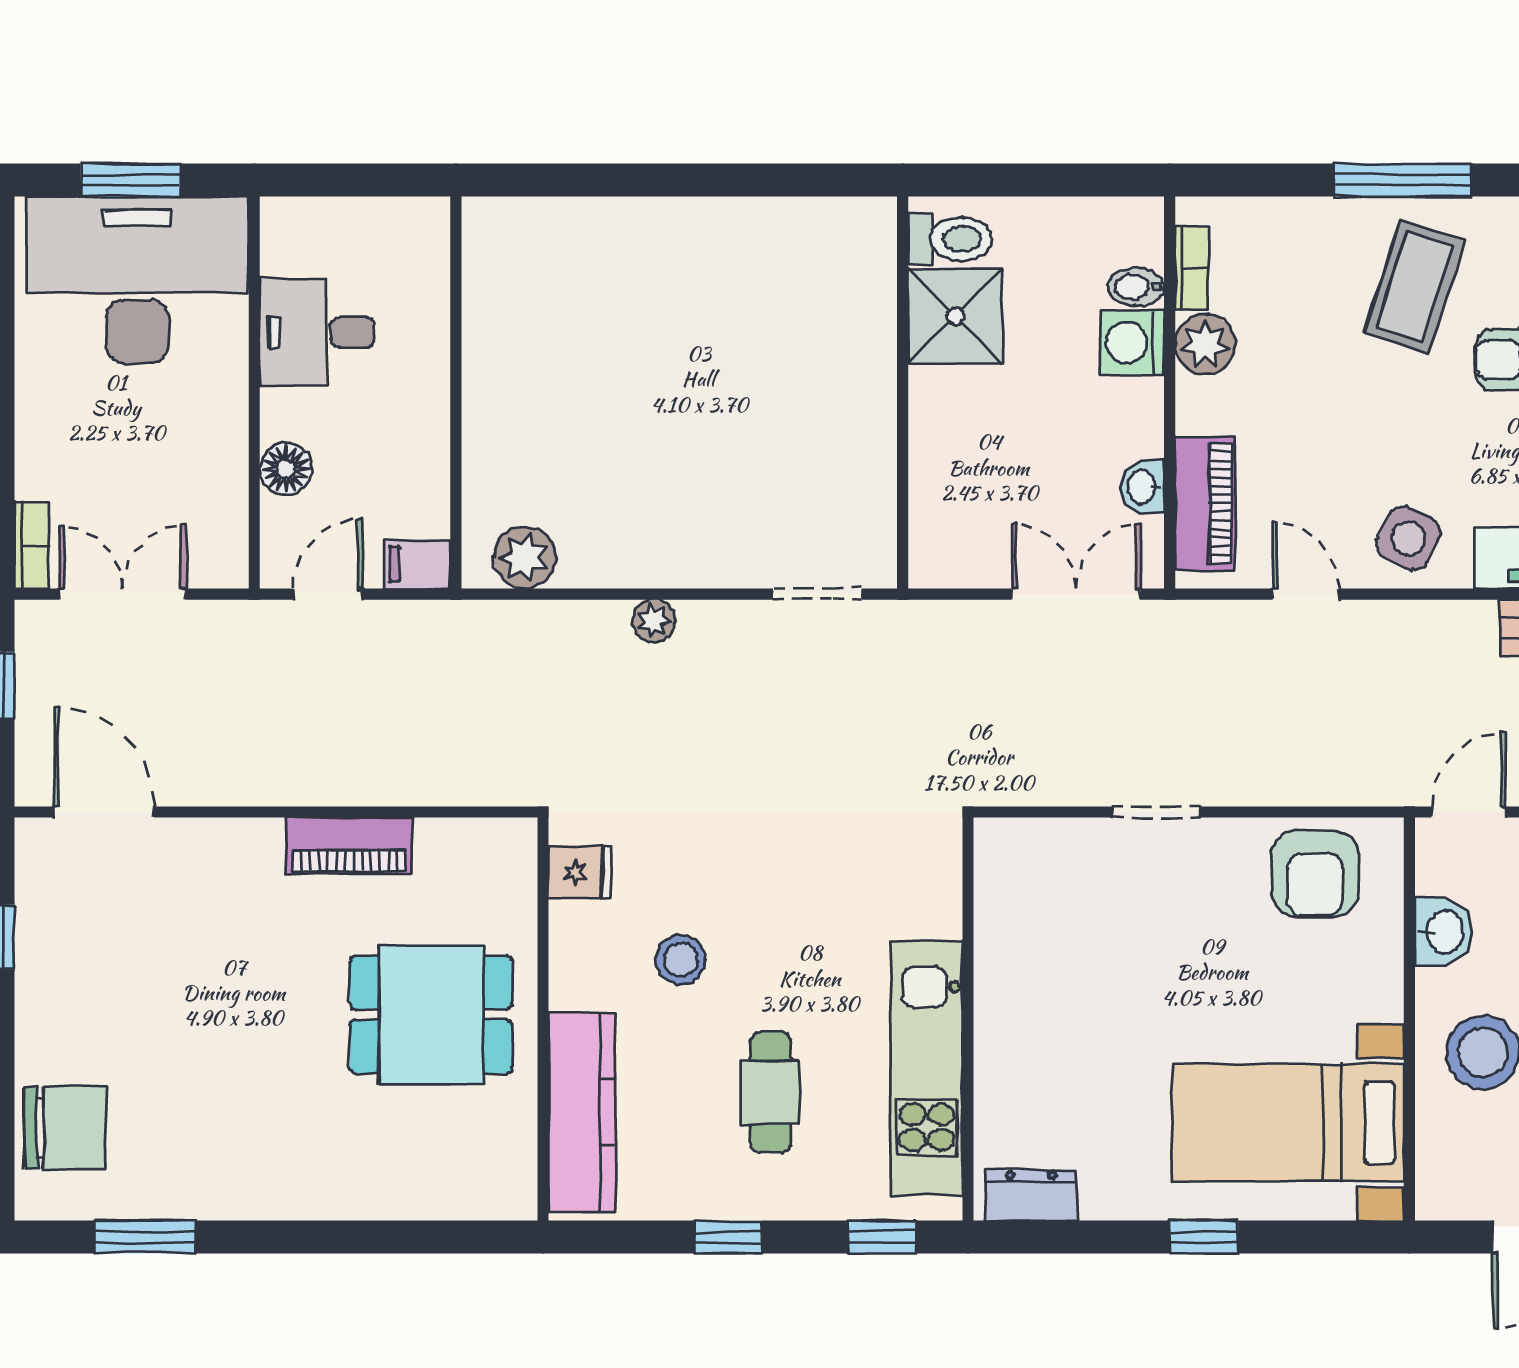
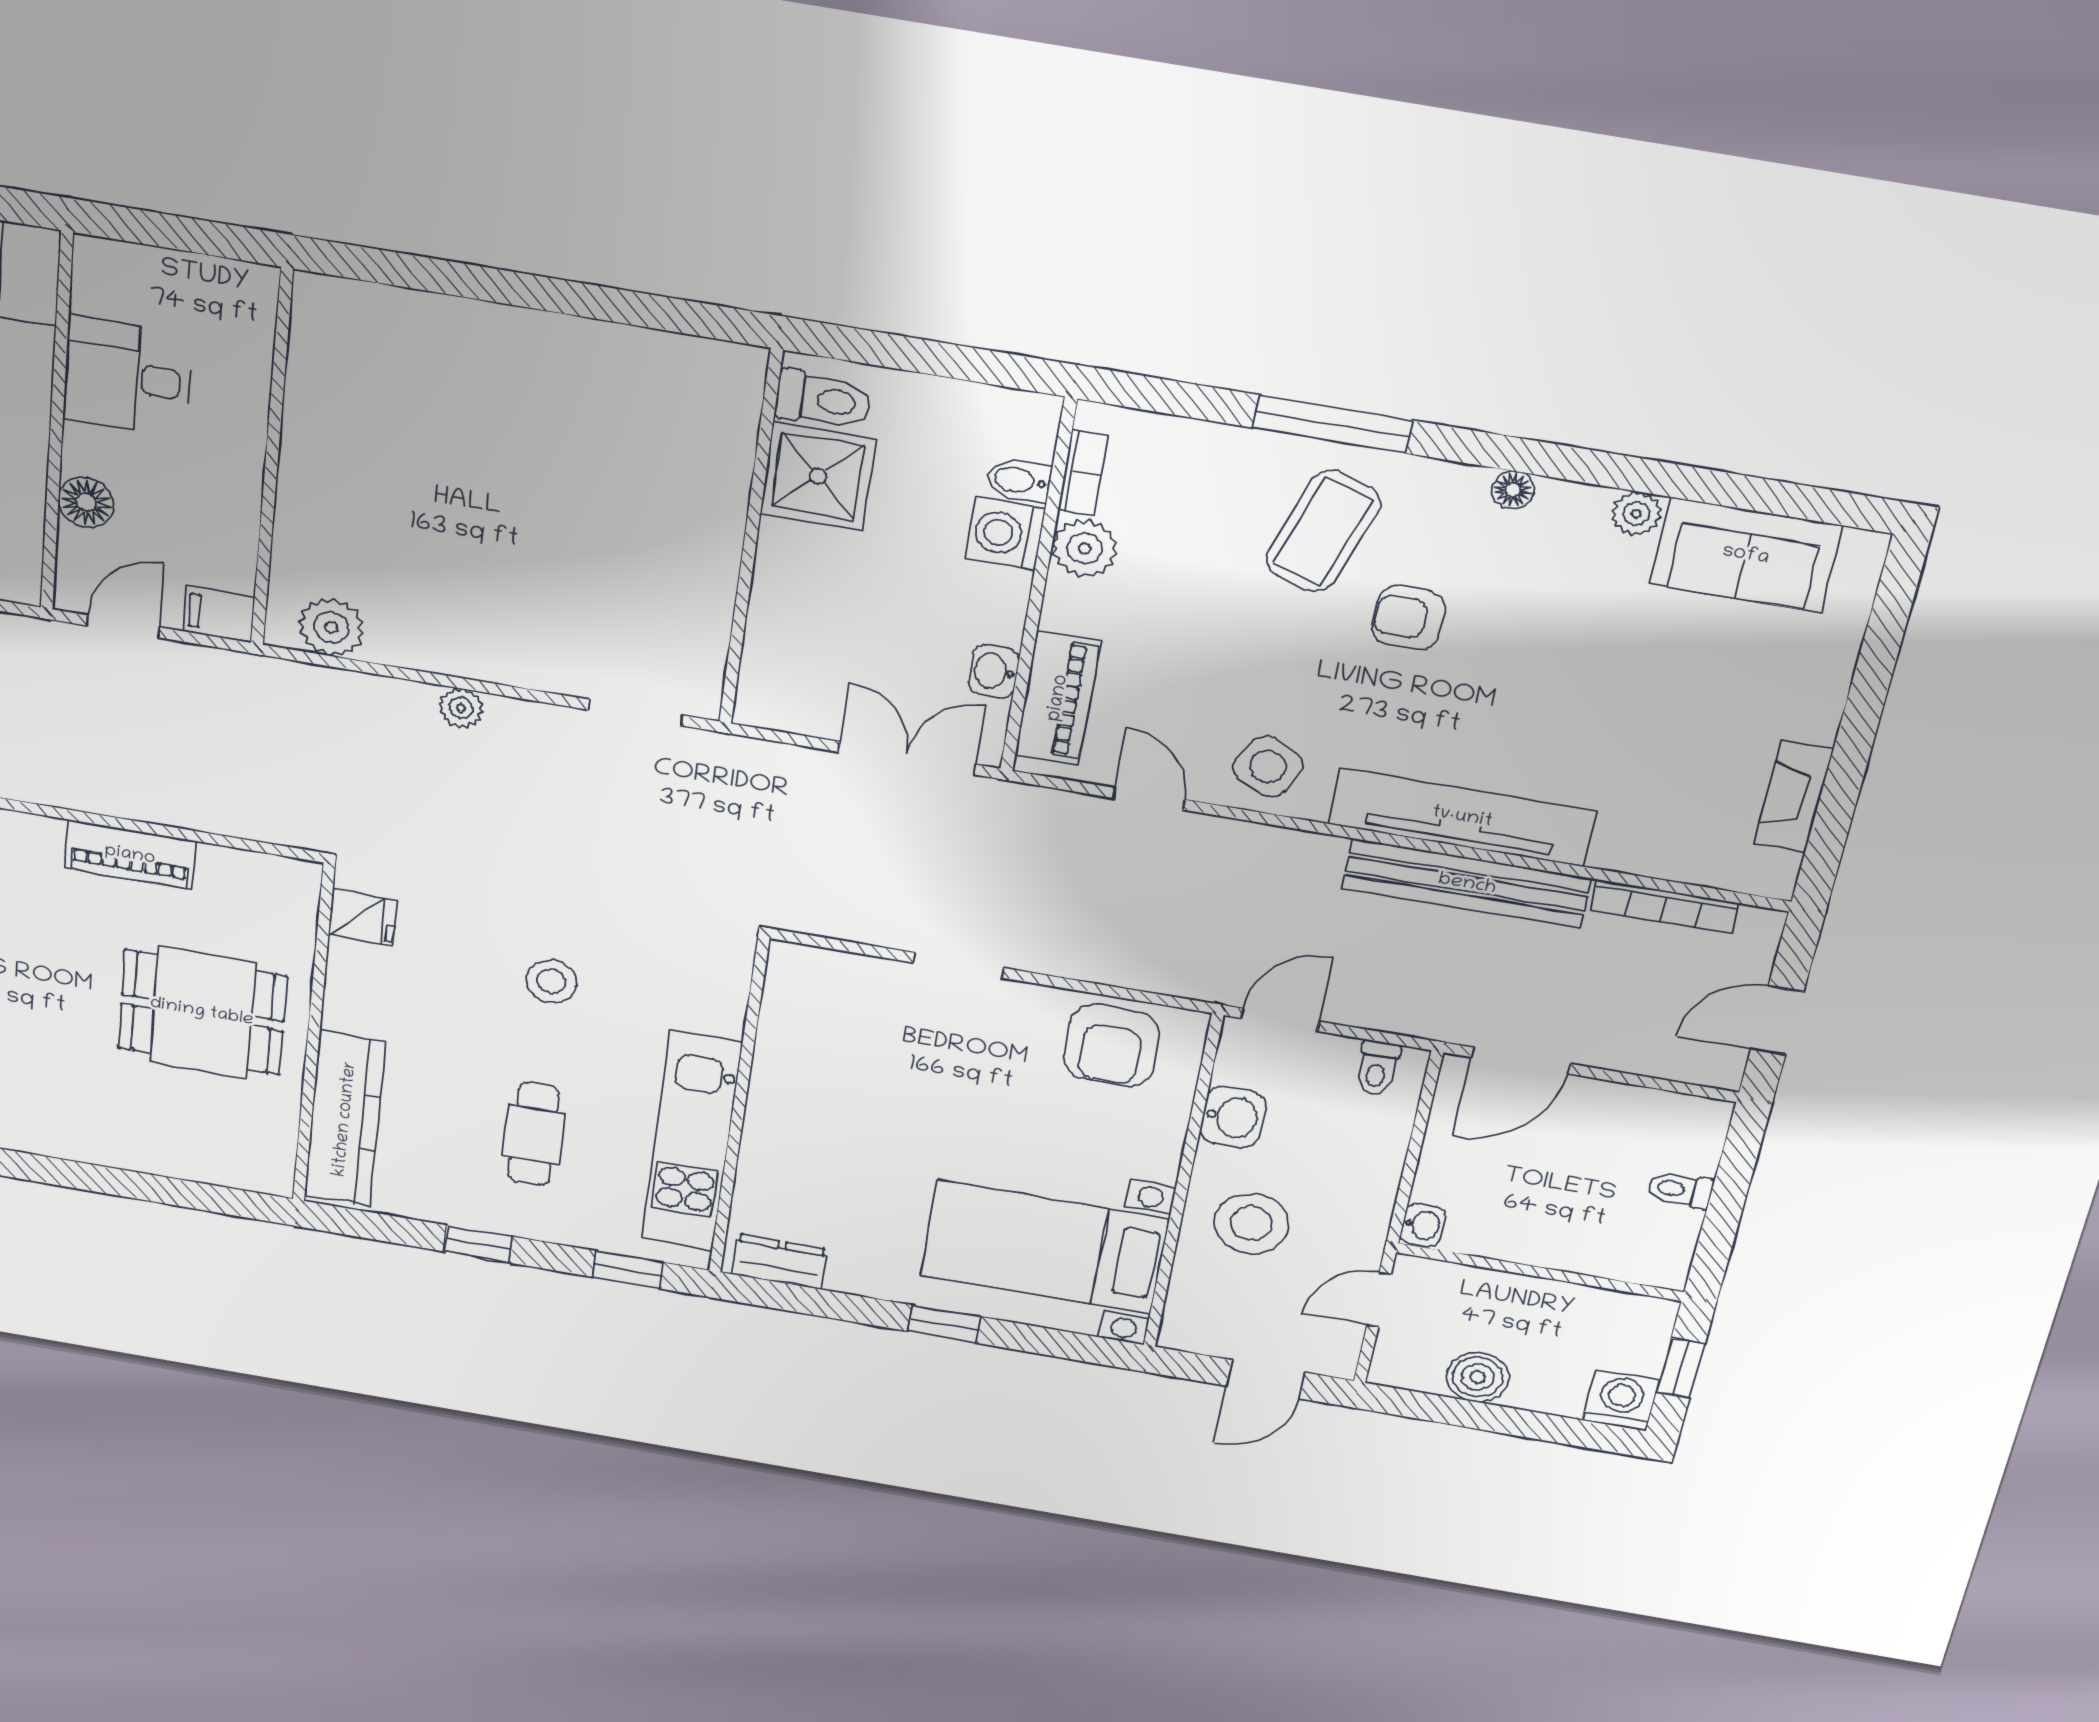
stool: (681, 960) -> (551, 981), moved

